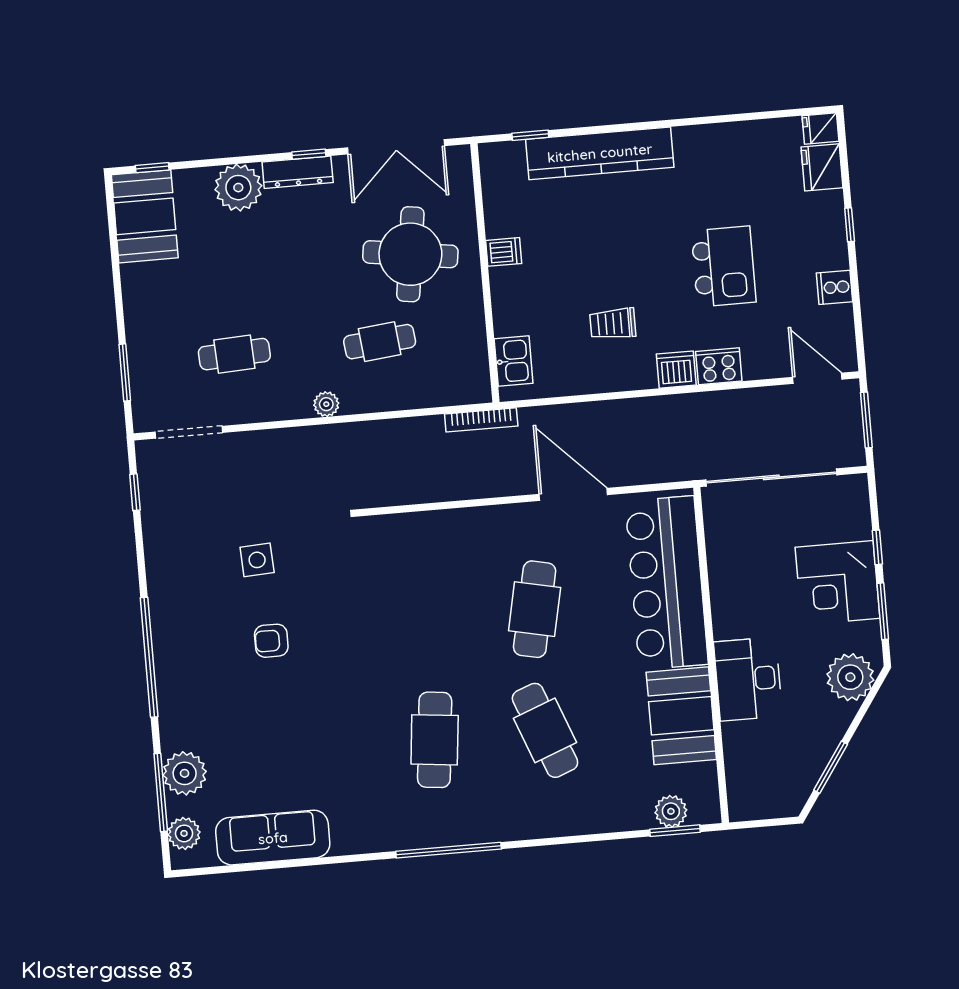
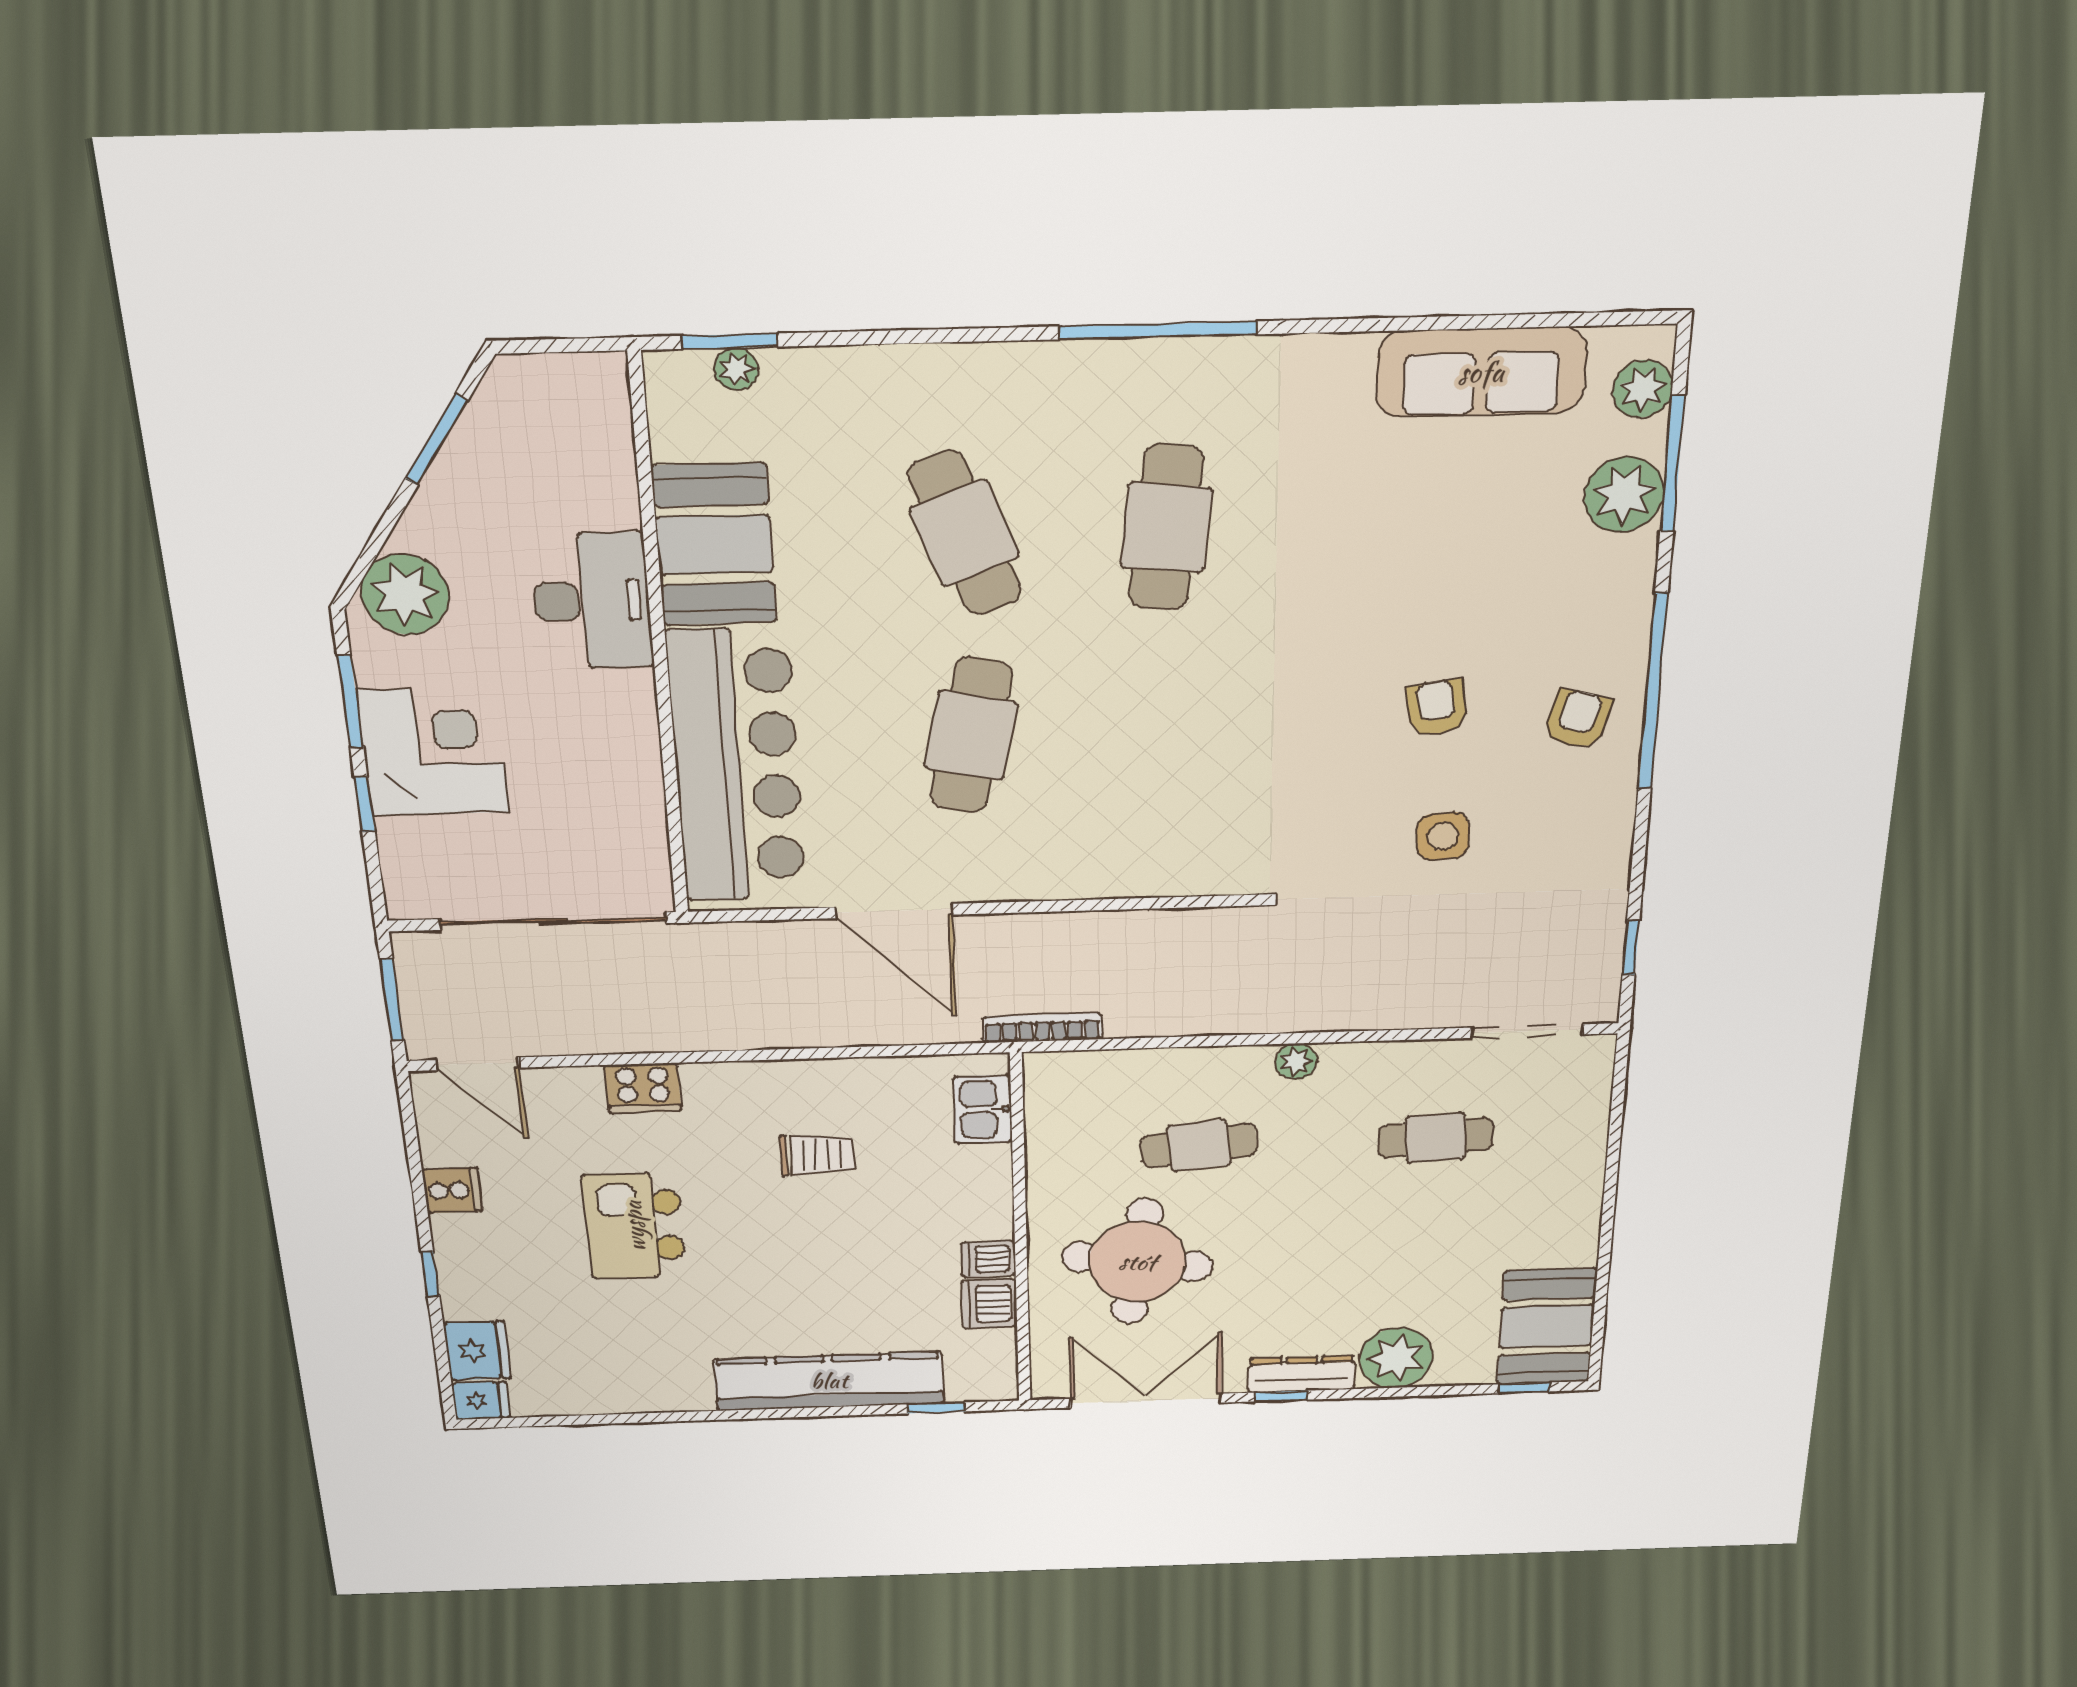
dishwasher: (676, 370) -> (989, 1304), moved, turned 90
window: (125, 373) -> (1616, 1120), removed
armchair: (190, 638) -> (1578, 719), added
armchair: (271, 641) -> (1437, 708), turned -99
plant: (671, 811) -> (736, 369), width x0.73, depth x0.73

